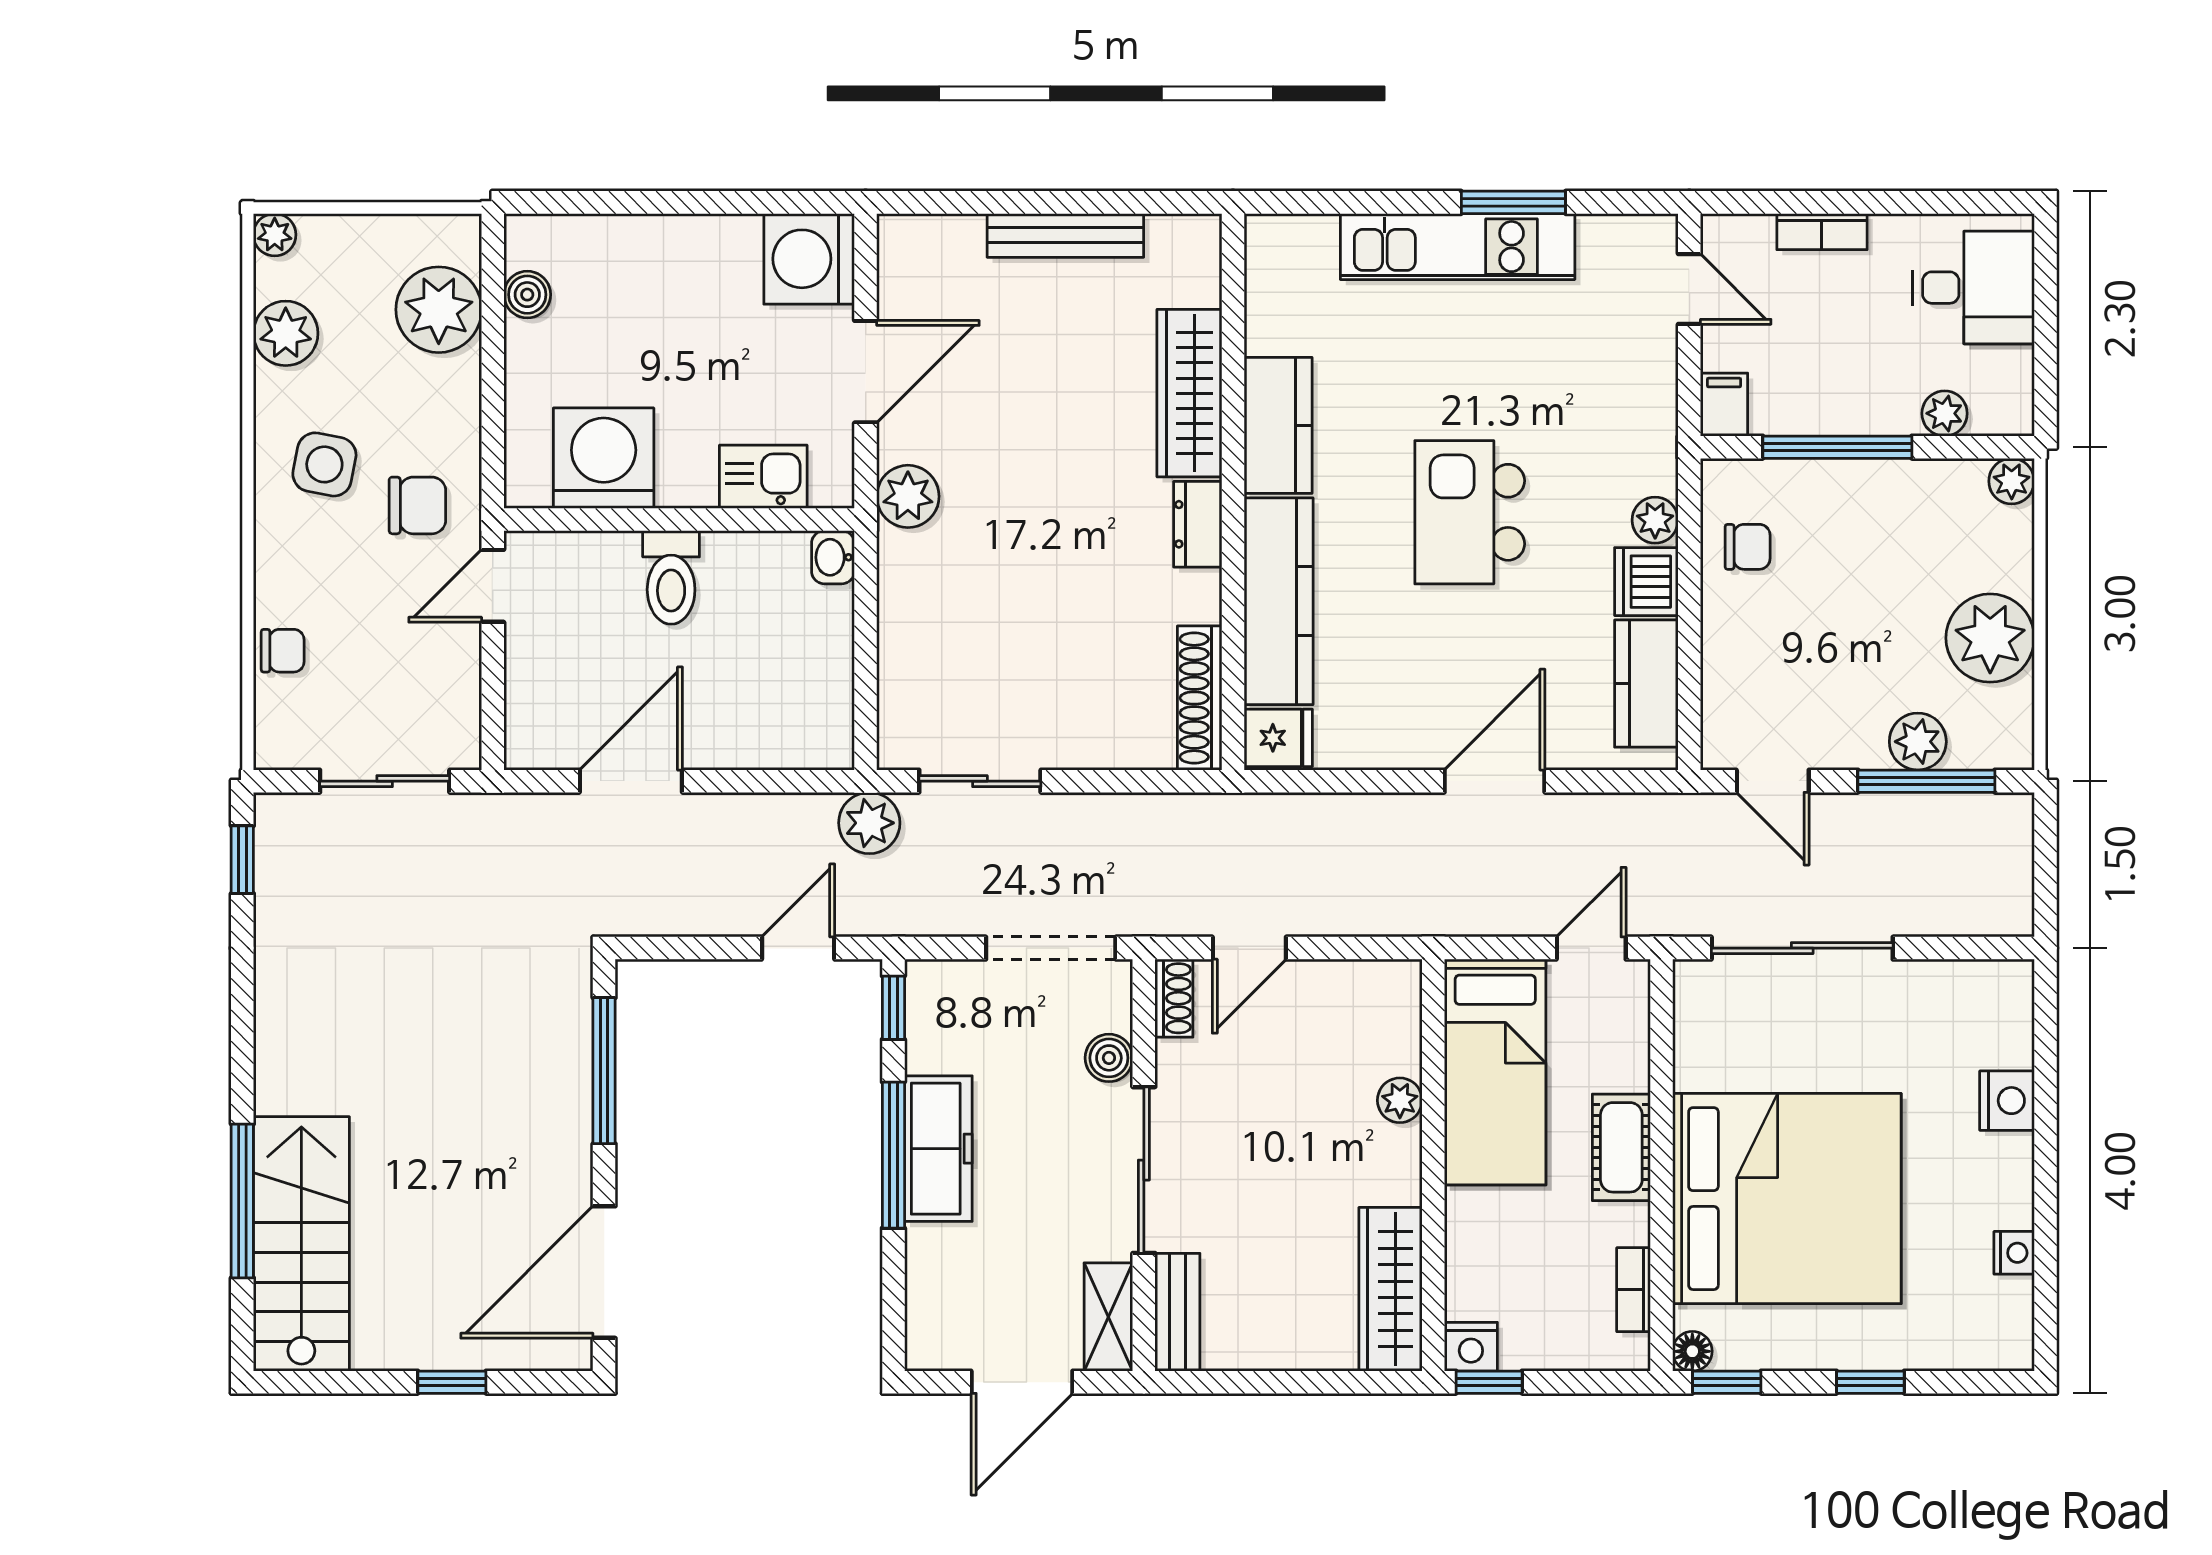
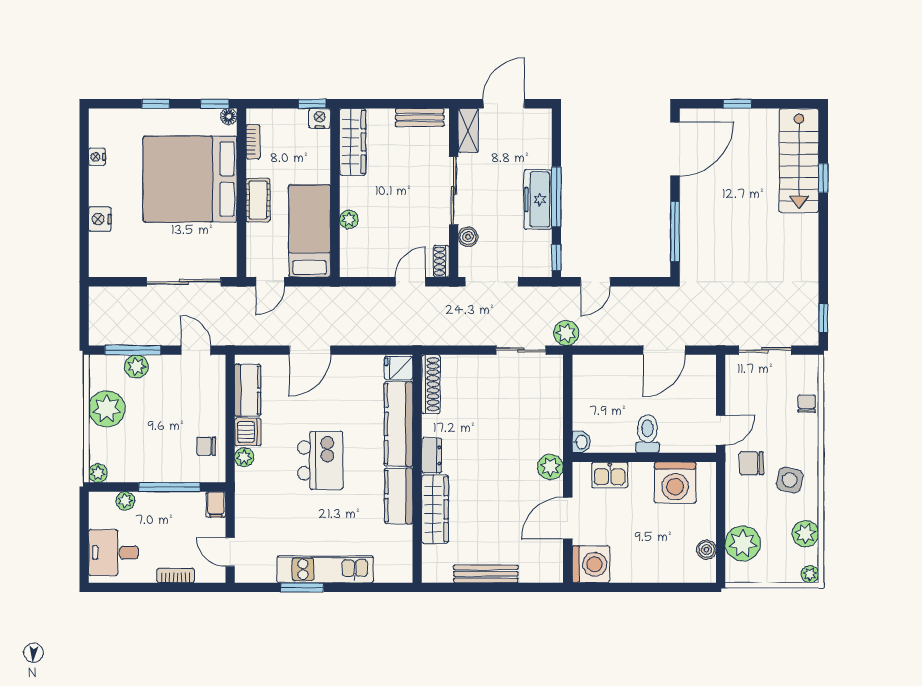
chair: (283, 651) -> (807, 404), turned 90
window: (242, 1201) -> (823, 178), width x0.46
bench: (1177, 1312) -> (420, 118), moved, turned 90

